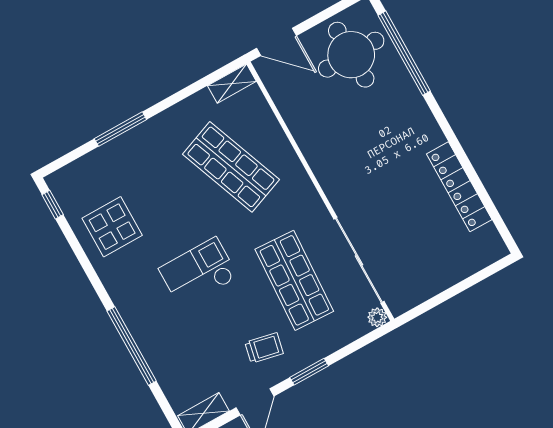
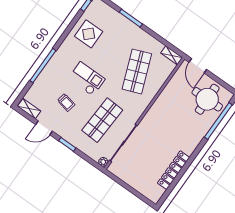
trolley: (264, 348) -> (66, 102), moved

